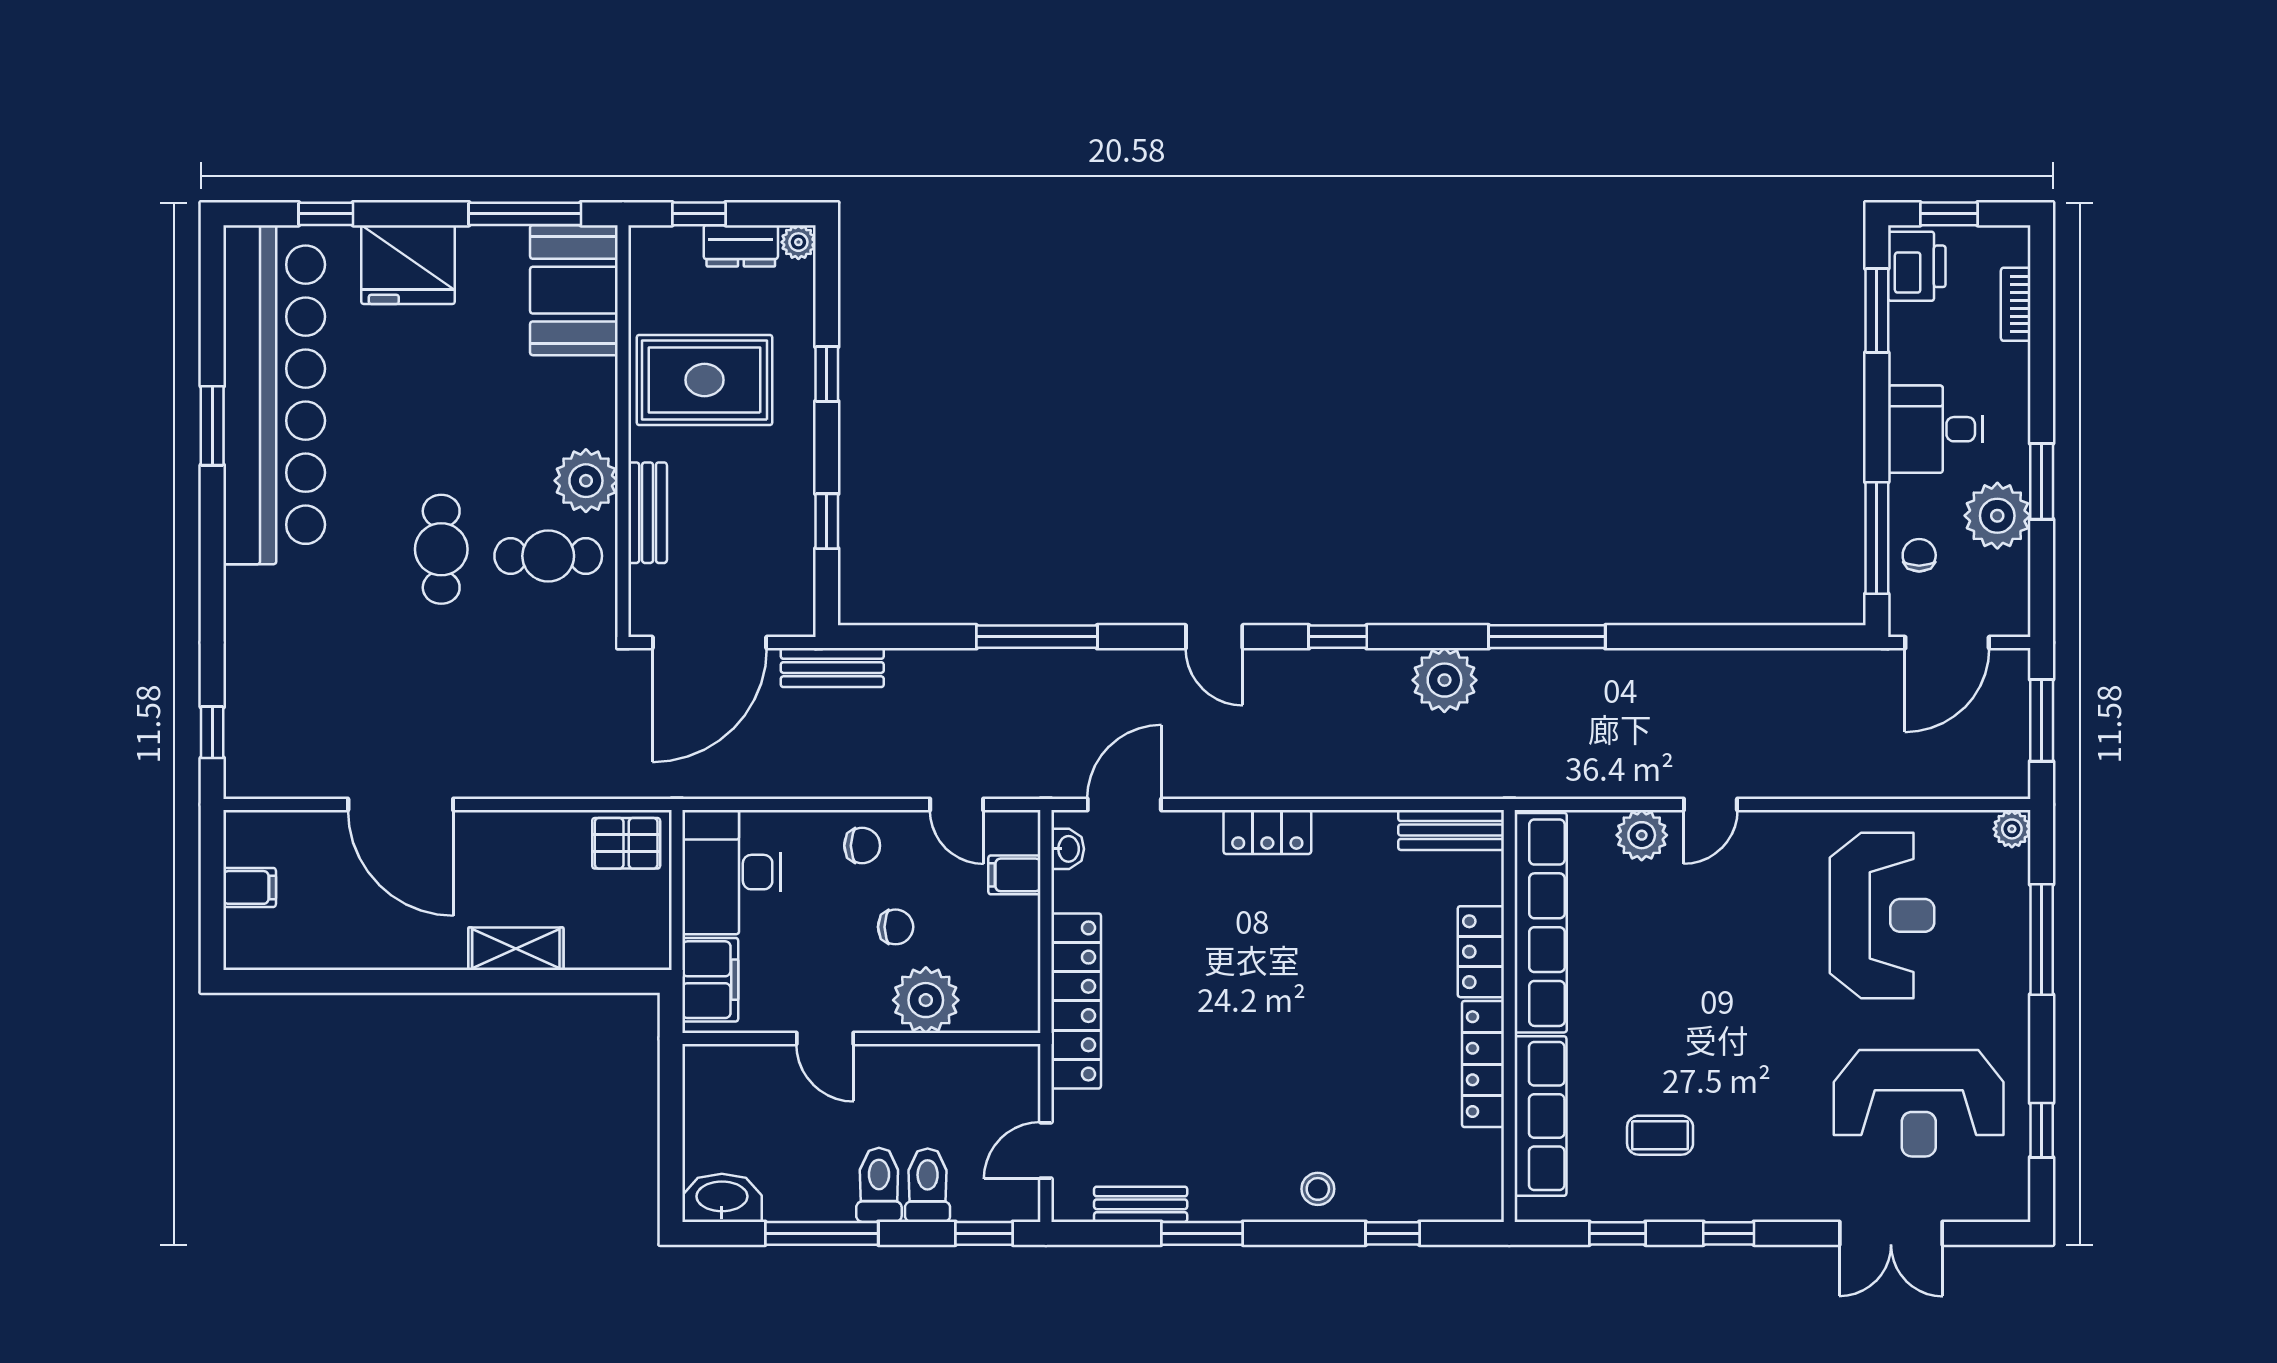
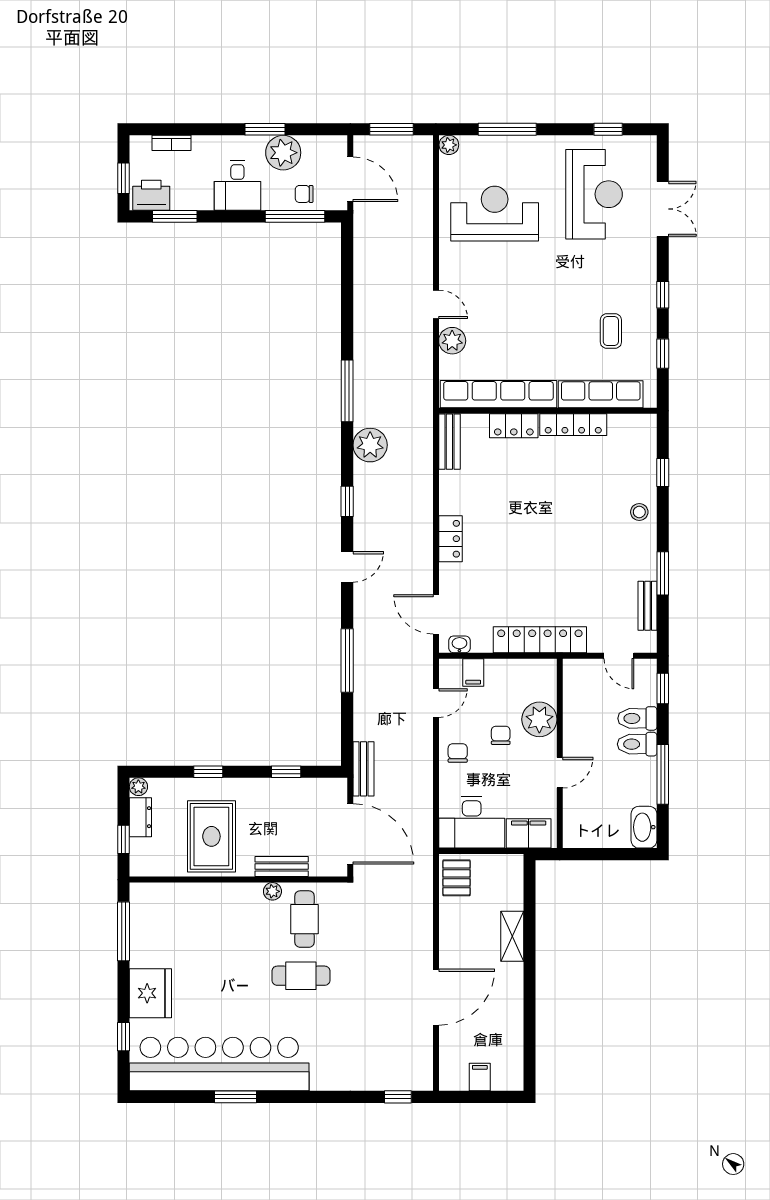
booth: (574, 290) -> (164, 906), removed
plant: (586, 481) -> (272, 891), width x0.53, depth x0.53

